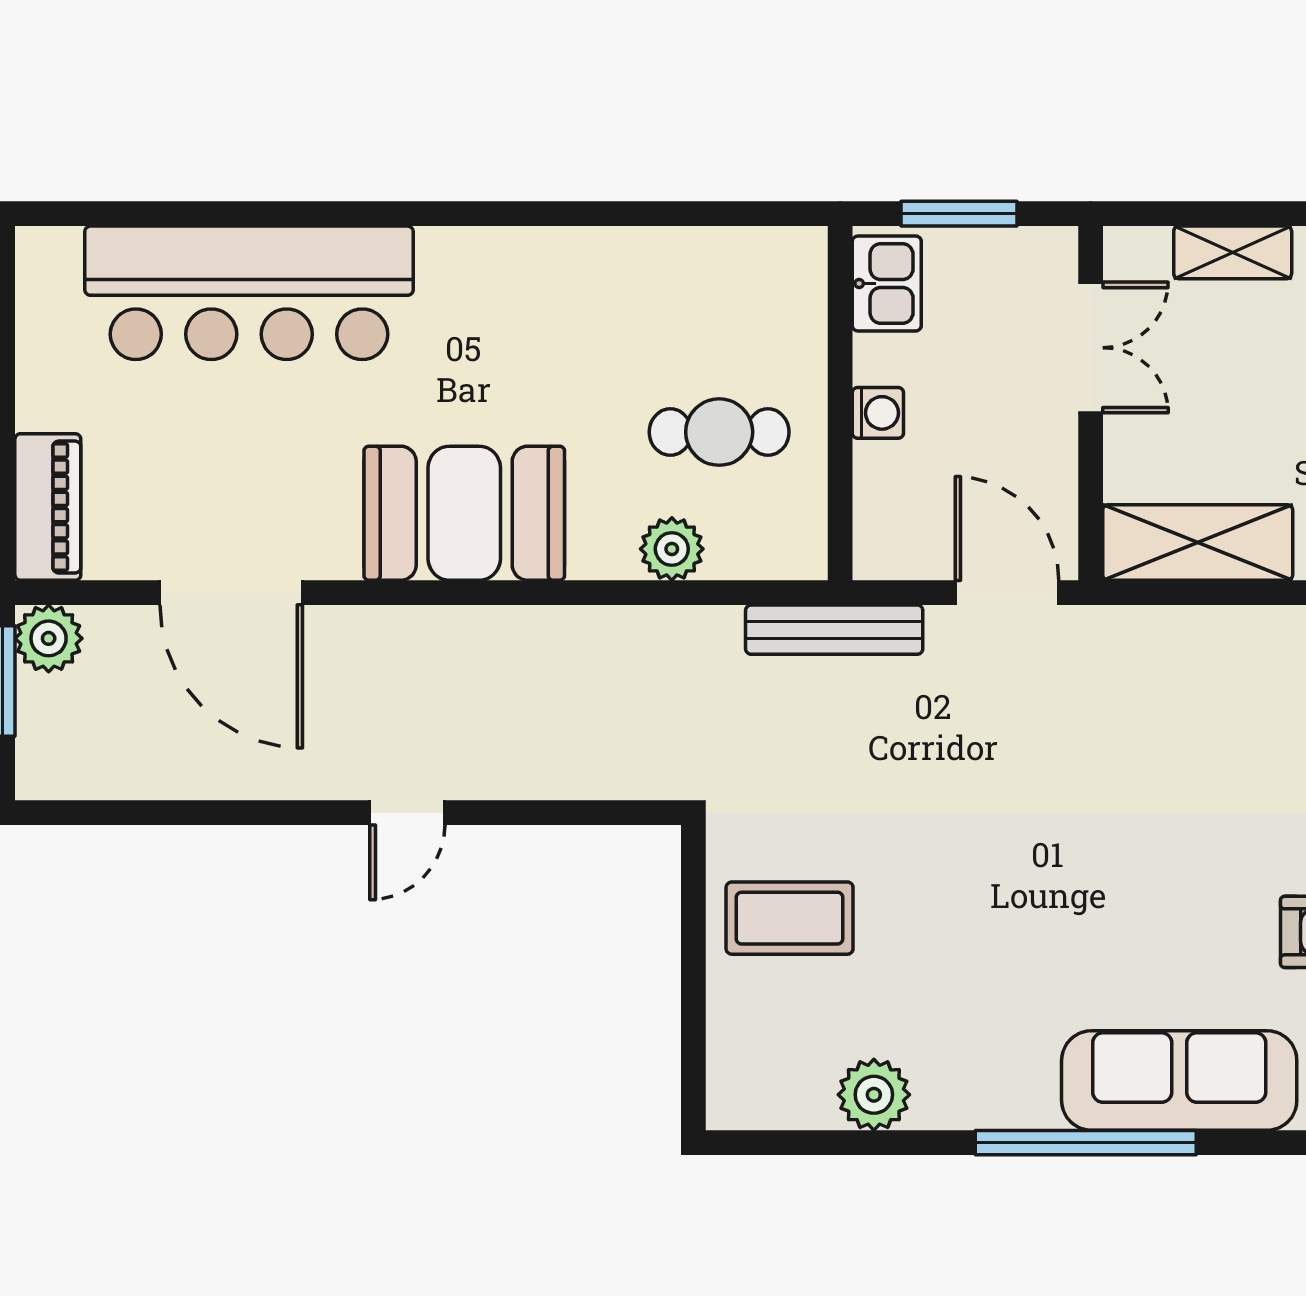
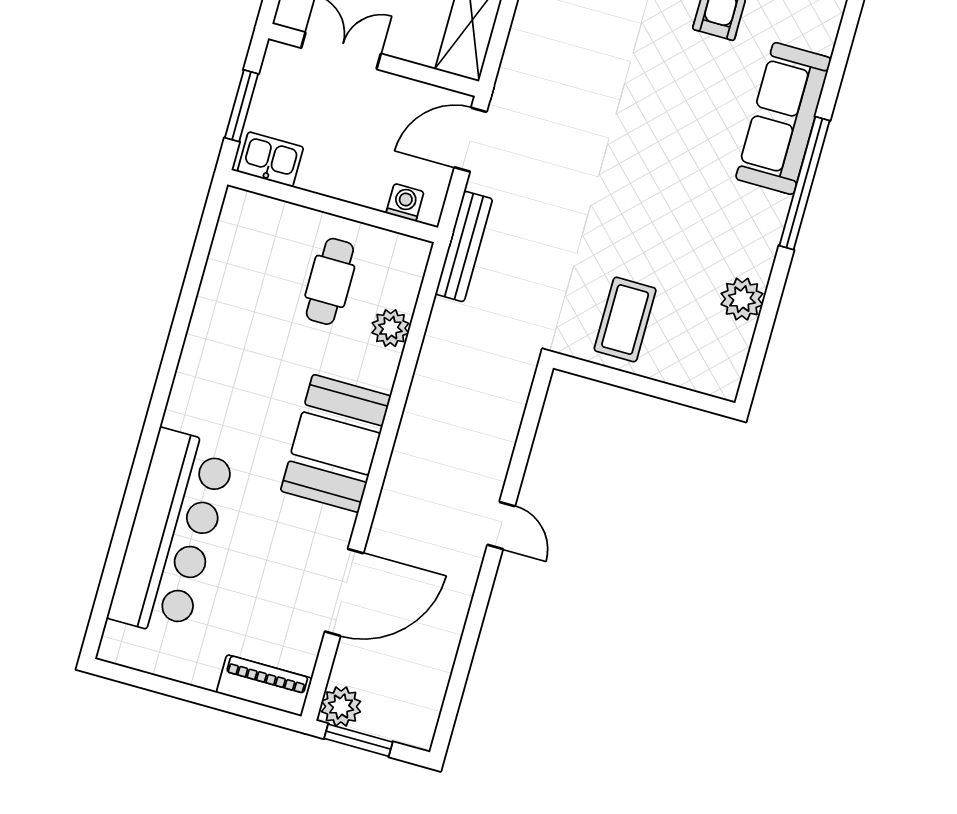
washing machine: (878, 413) -> (405, 202), moved

